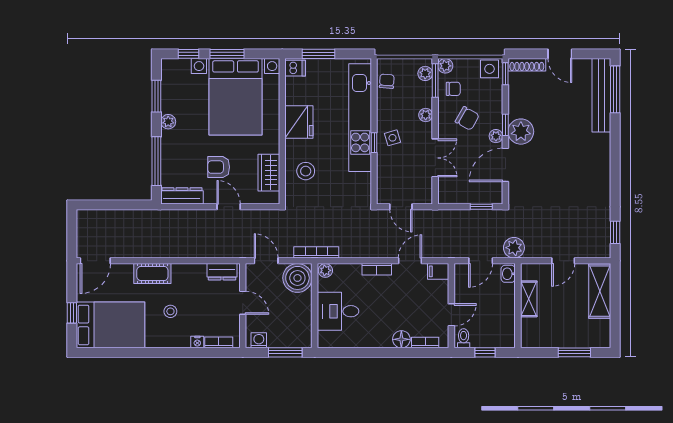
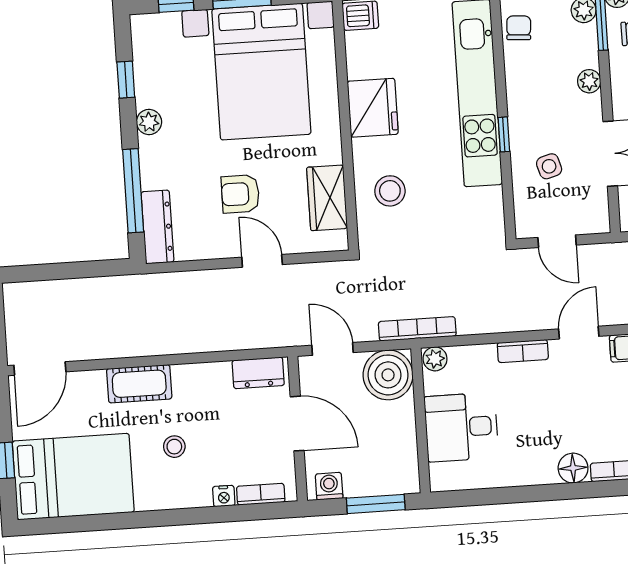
window: (156, 96) -> (126, 80), width x0.67
side table: (393, 138) -> (549, 166), moved
dresser: (182, 196) -> (157, 227), moved, turned 90
door: (243, 303) -> (297, 424), width x1.38

